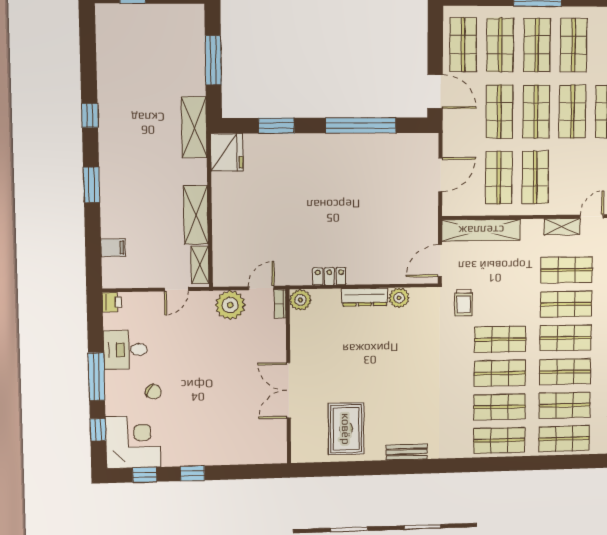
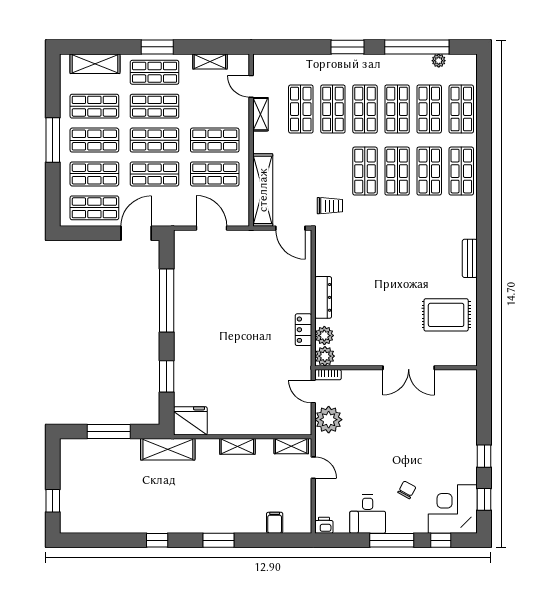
shelving: (196, 215) -> (237, 446), width x0.67, depth x0.75
plant: (399, 298) -> (324, 336), moved

